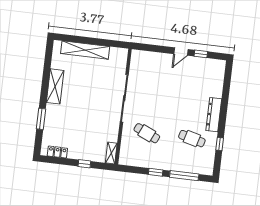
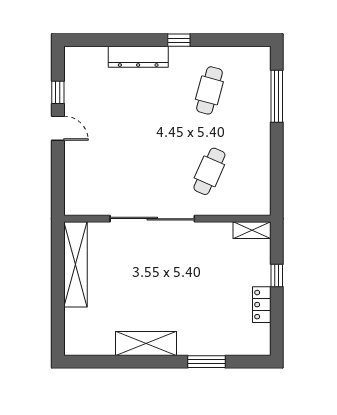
shelving: (85, 50) -> (75, 264), moved
dresser: (214, 115) -> (138, 57), moved
window: (220, 144) -> (179, 40), moved
locker: (57, 152) -> (262, 305), moved
window: (156, 172) -> (277, 147), removed

